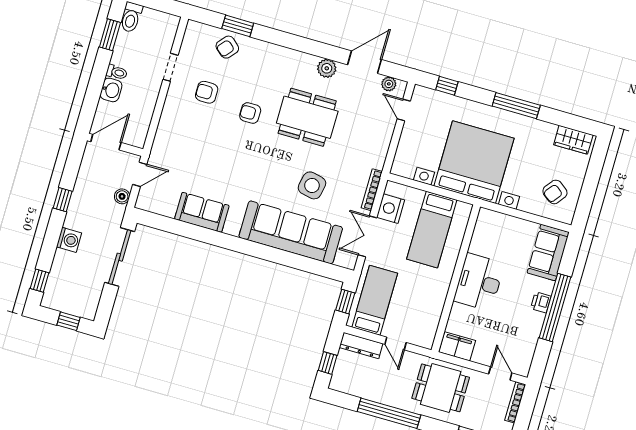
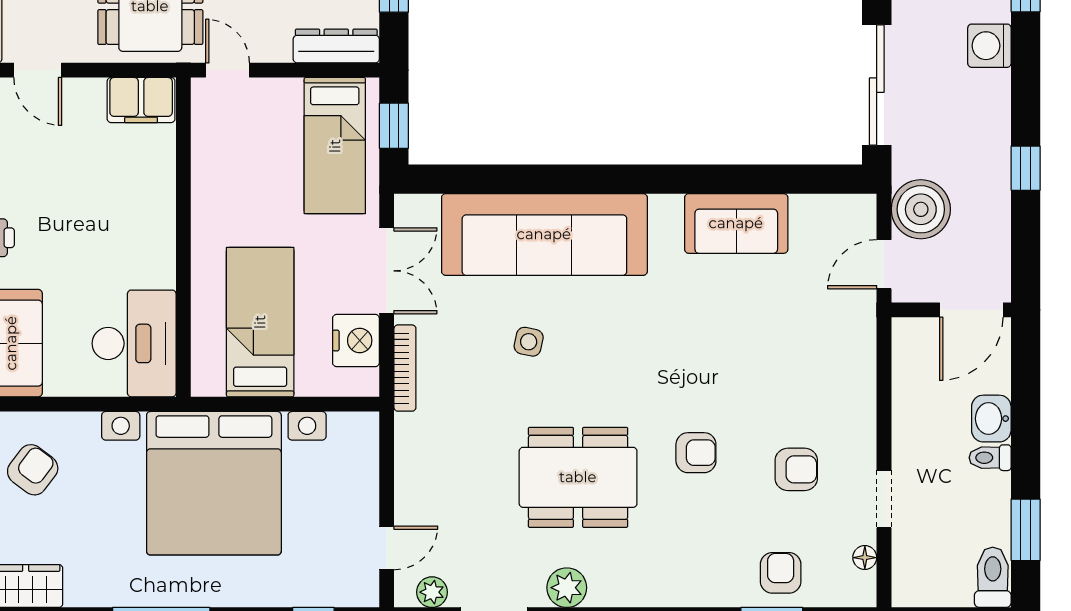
floor lamp: (187, 43) -> (865, 558), added
armchair: (227, 47) -> (781, 573), turned -41
door: (404, 110) -> (387, 548), hinge flipped
side table: (312, 185) -> (529, 342), width x0.54, depth x0.54
boiler: (122, 196) -> (921, 209), width x1.86, depth x1.86
washing machine: (69, 240) -> (989, 46), moved
desk: (479, 282) -> (134, 343), moved
door: (395, 343) -> (227, 70), moved

